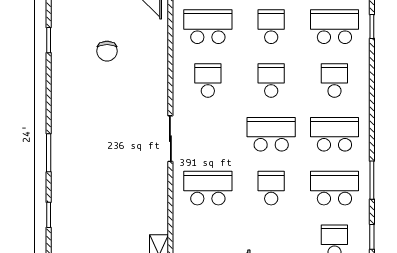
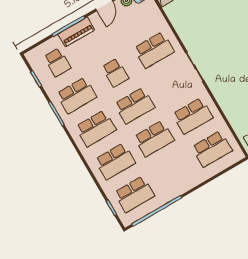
school desk: (271, 27) -> (173, 172), removed
school desk: (208, 80) -> (193, 116), width x1.85
school desk: (271, 80) -> (154, 139), width x1.85
school desk: (334, 80) -> (115, 161), width x1.85

